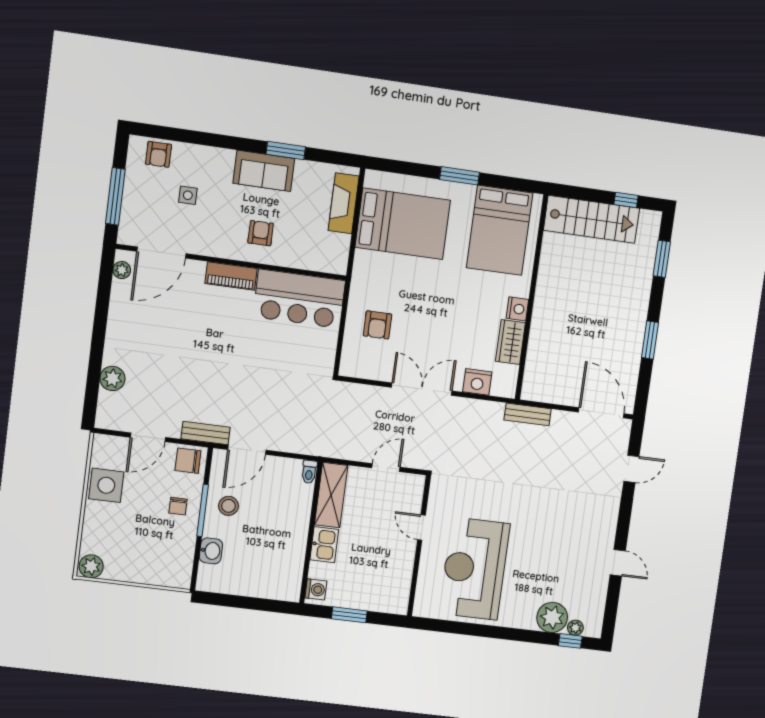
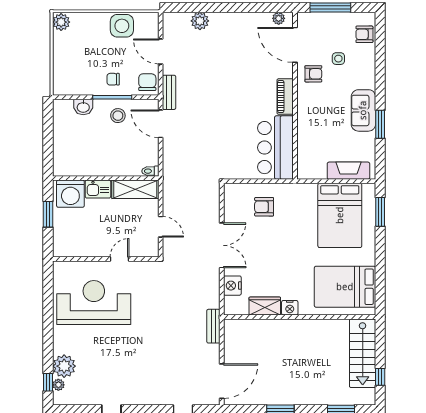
window: (460, 176) -> (380, 212), moved
armchair: (261, 233) -> (313, 74), moved
washing machine: (316, 589) -> (70, 194), width x1.89, depth x1.89

